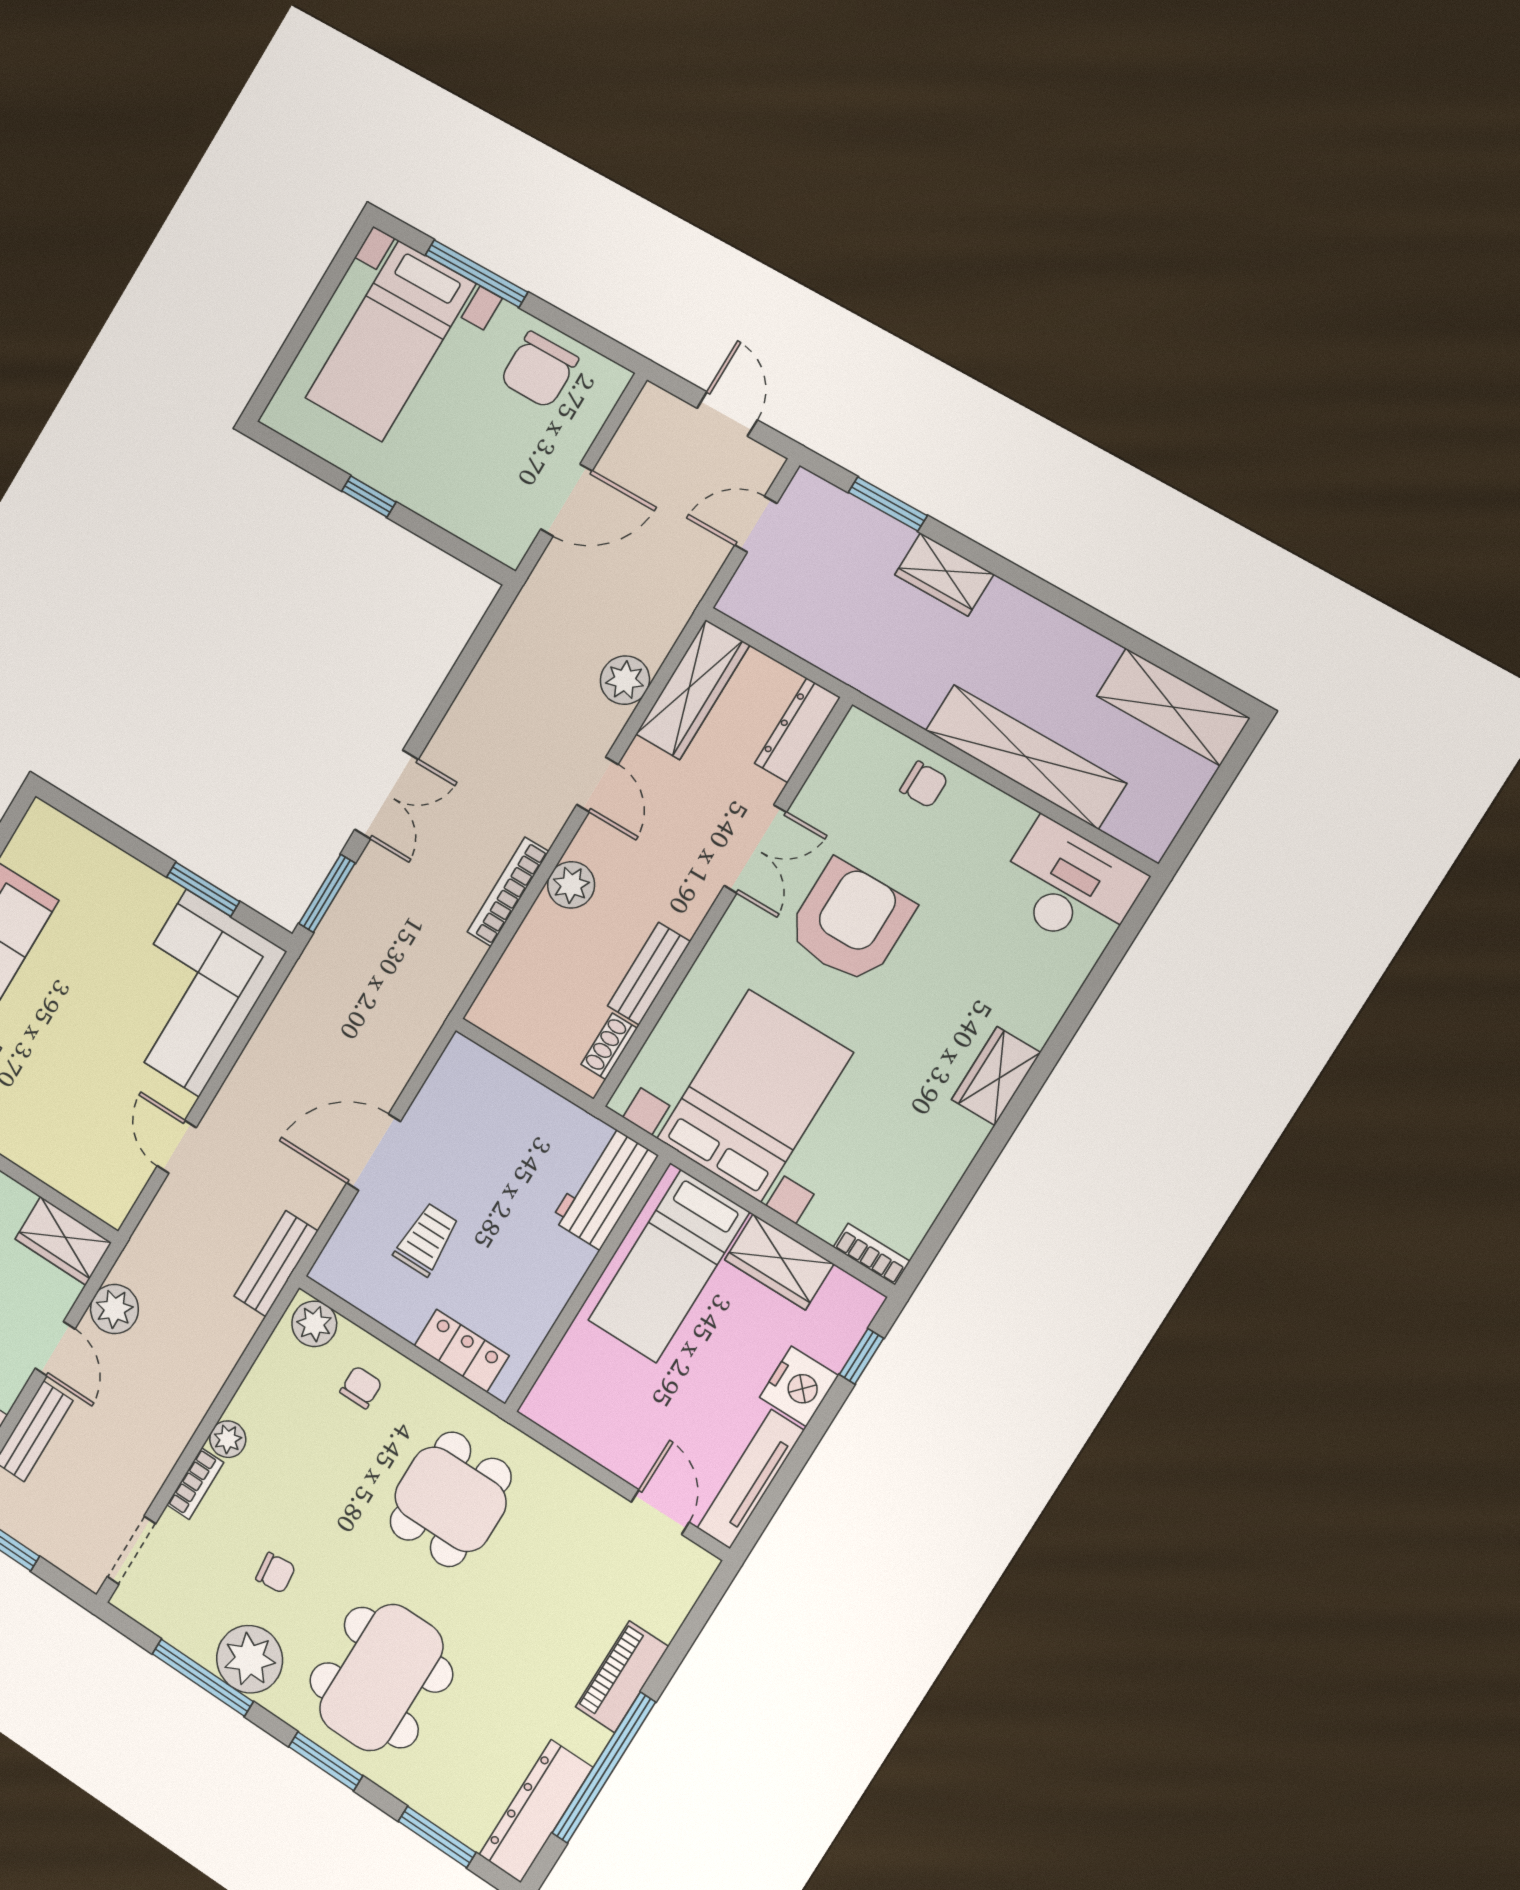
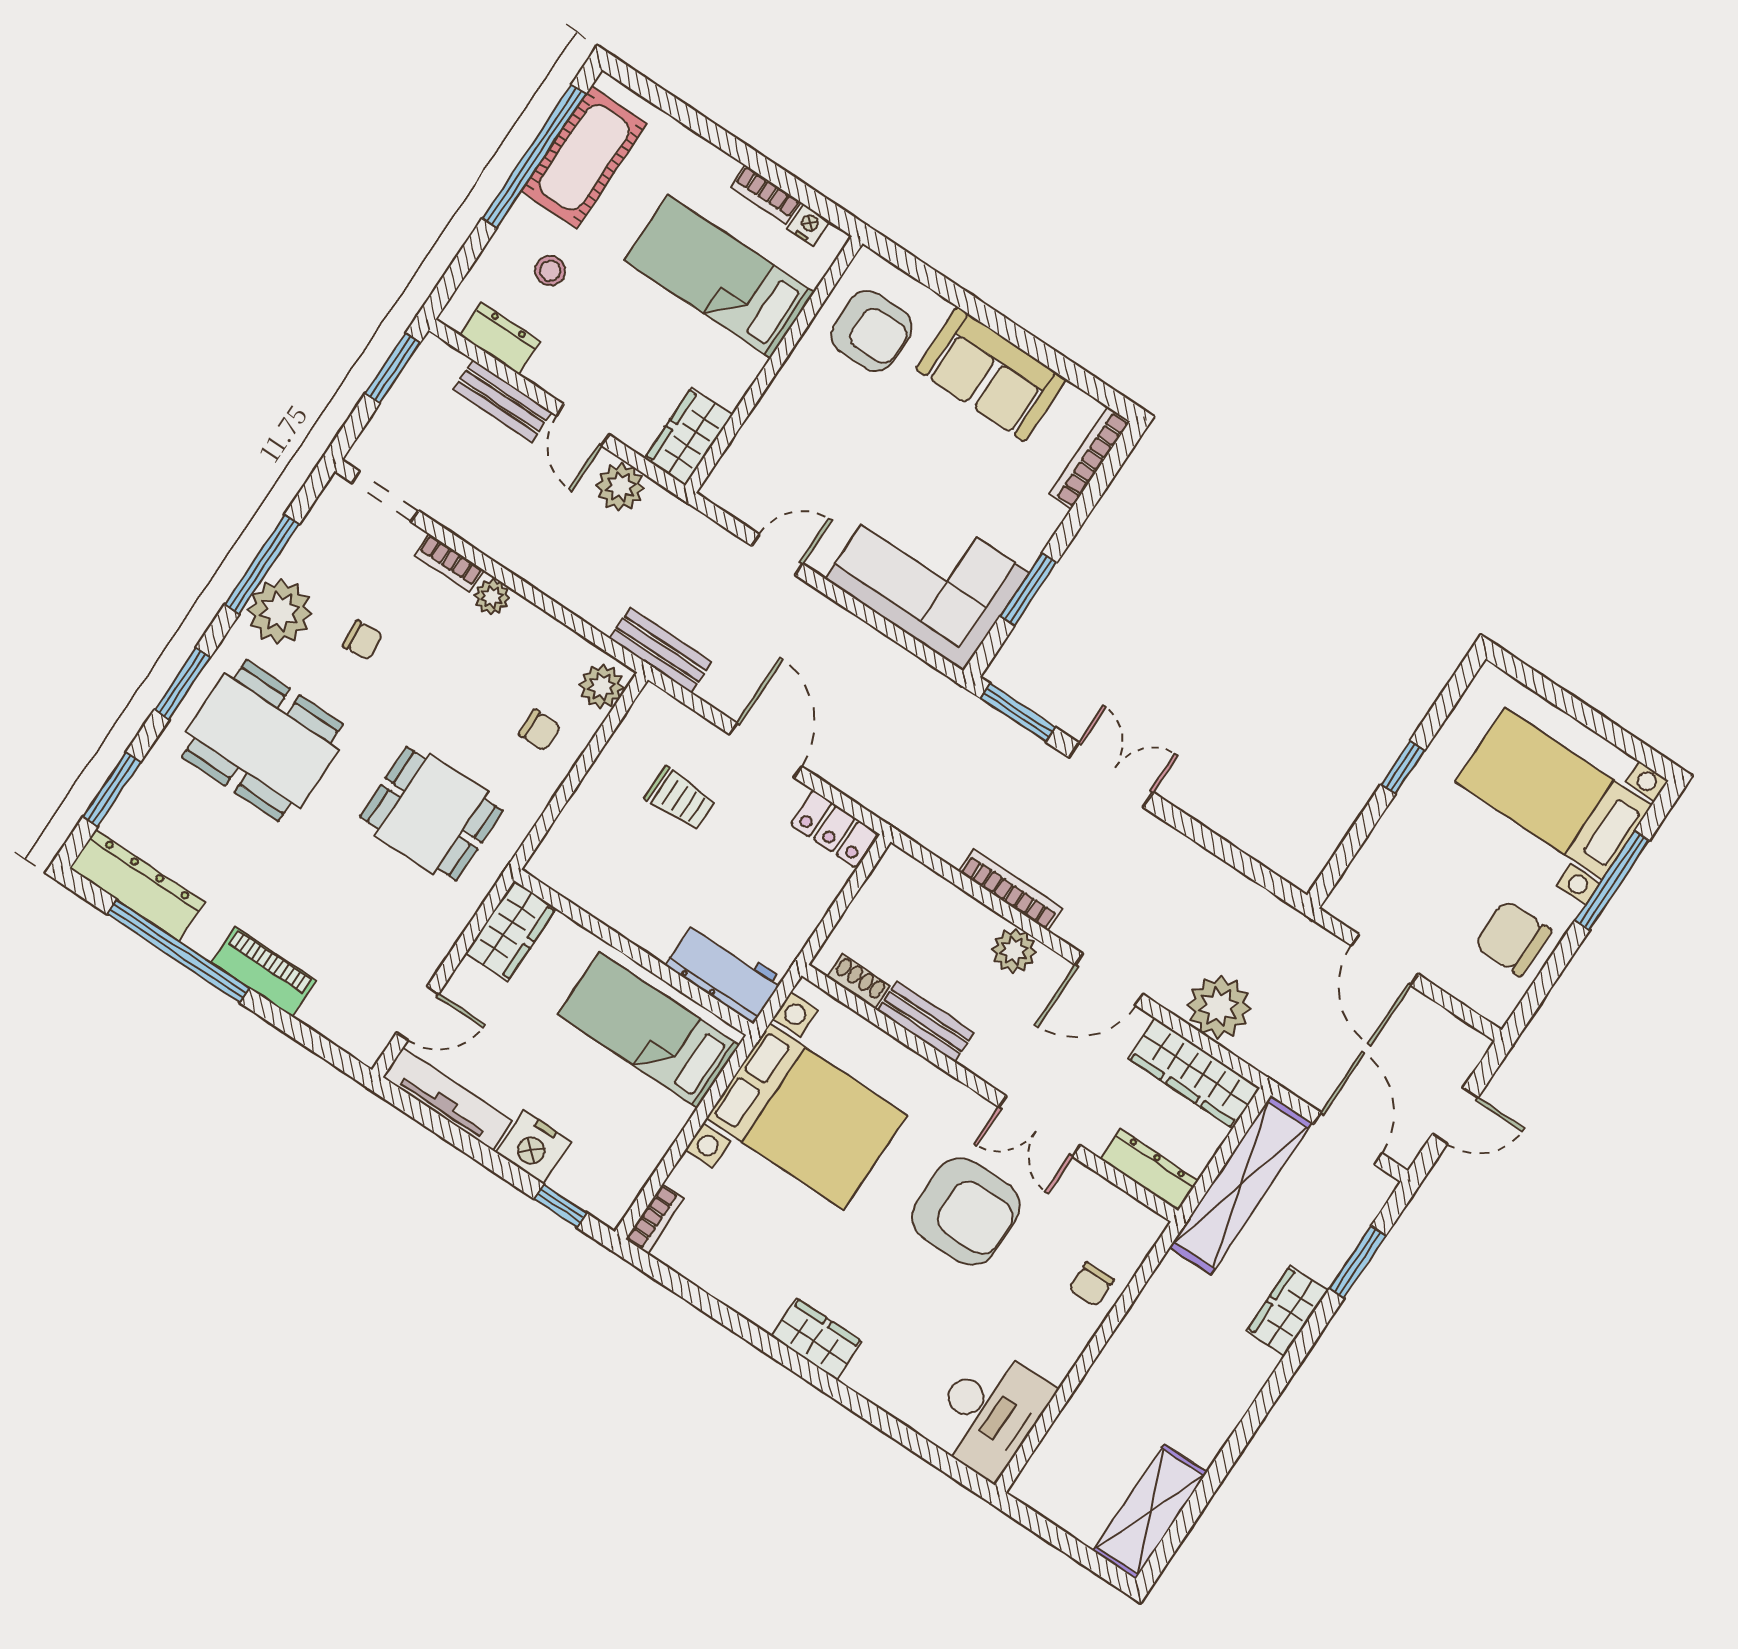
door: (756, 524) -> (1348, 1139), width x1.38
plant: (625, 680) -> (1219, 1007), width x1.36, depth x1.36
shelving: (1026, 757) -> (1241, 1185), moved
door: (597, 784) -> (1109, 979), width x1.38
double door: (387, 795) -> (1111, 775), swing flipped
bookcase: (72, 834) -> (1090, 458), added
wardrobe: (779, 1262) -> (511, 931), moved, turned 180
door: (55, 1349) -> (583, 425), hinge flipped
locker: (462, 1351) -> (834, 829), moved, turned 90
chair: (276, 1573) -> (363, 640), turned -90

